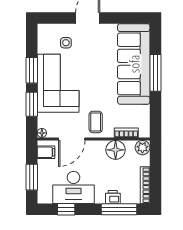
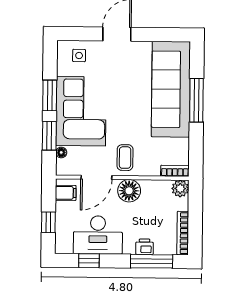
side table: (66, 43) -> (79, 55), moved
floor lamp: (42, 133) -> (61, 152), moved
bookcase: (126, 133) -> (175, 171), moved
floor lamp: (116, 150) -> (129, 191), moved
window: (32, 177) -> (48, 222), width x0.67

